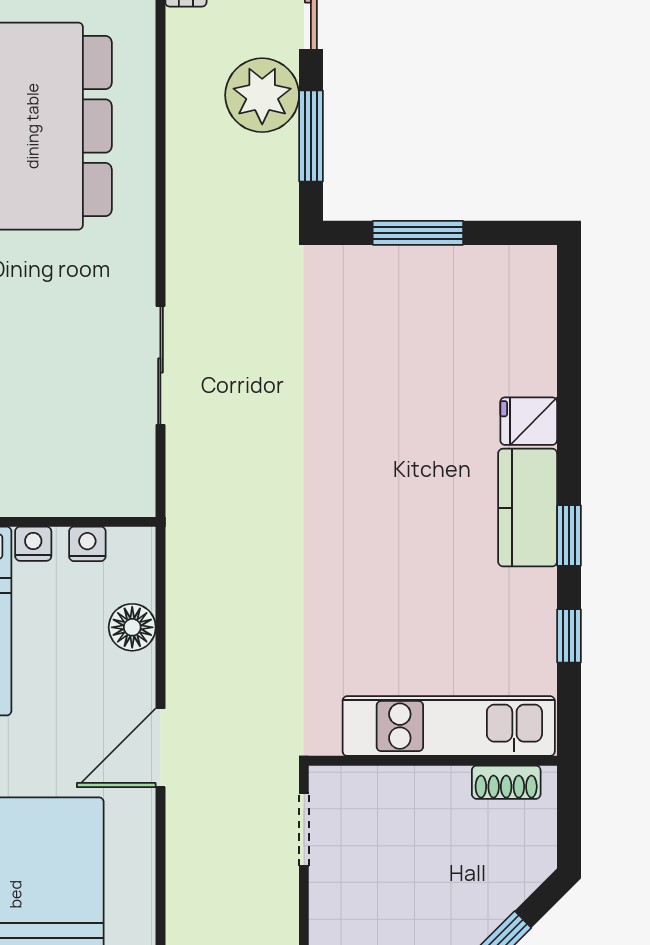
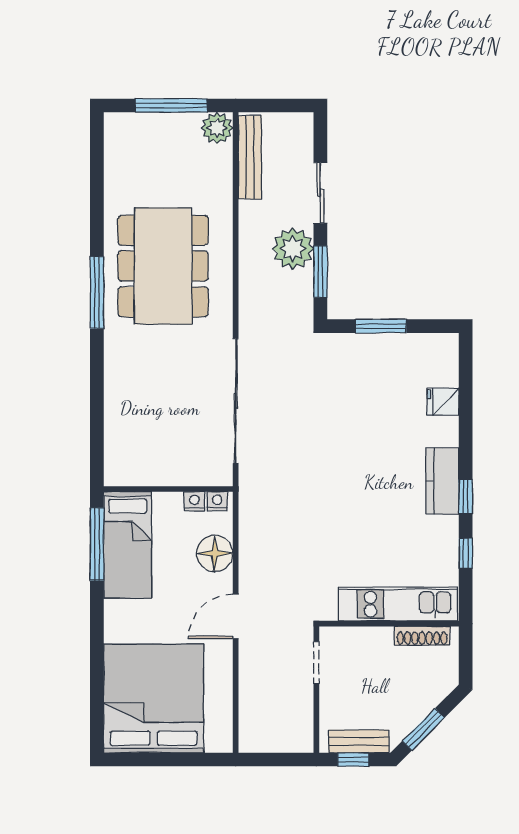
sliding door: (160, 366) -> (236, 401), width x1.86
fridge: (529, 421) -> (443, 402), moved
nightstand: (33, 544) -> (217, 501), moved
floor lamp: (132, 627) -> (215, 553), width x1.38, depth x1.38
shoe rack: (506, 782) -> (422, 636), width x1.43

